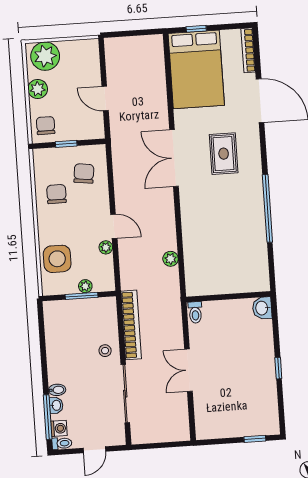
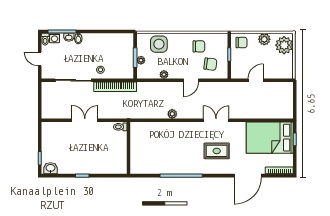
double door: (174, 158) -> (216, 120), width x0.73
door: (114, 226) -> (191, 80), moved
plant: (171, 259) -> (172, 114), moved
washbasin: (262, 308) -> (50, 168), moved

